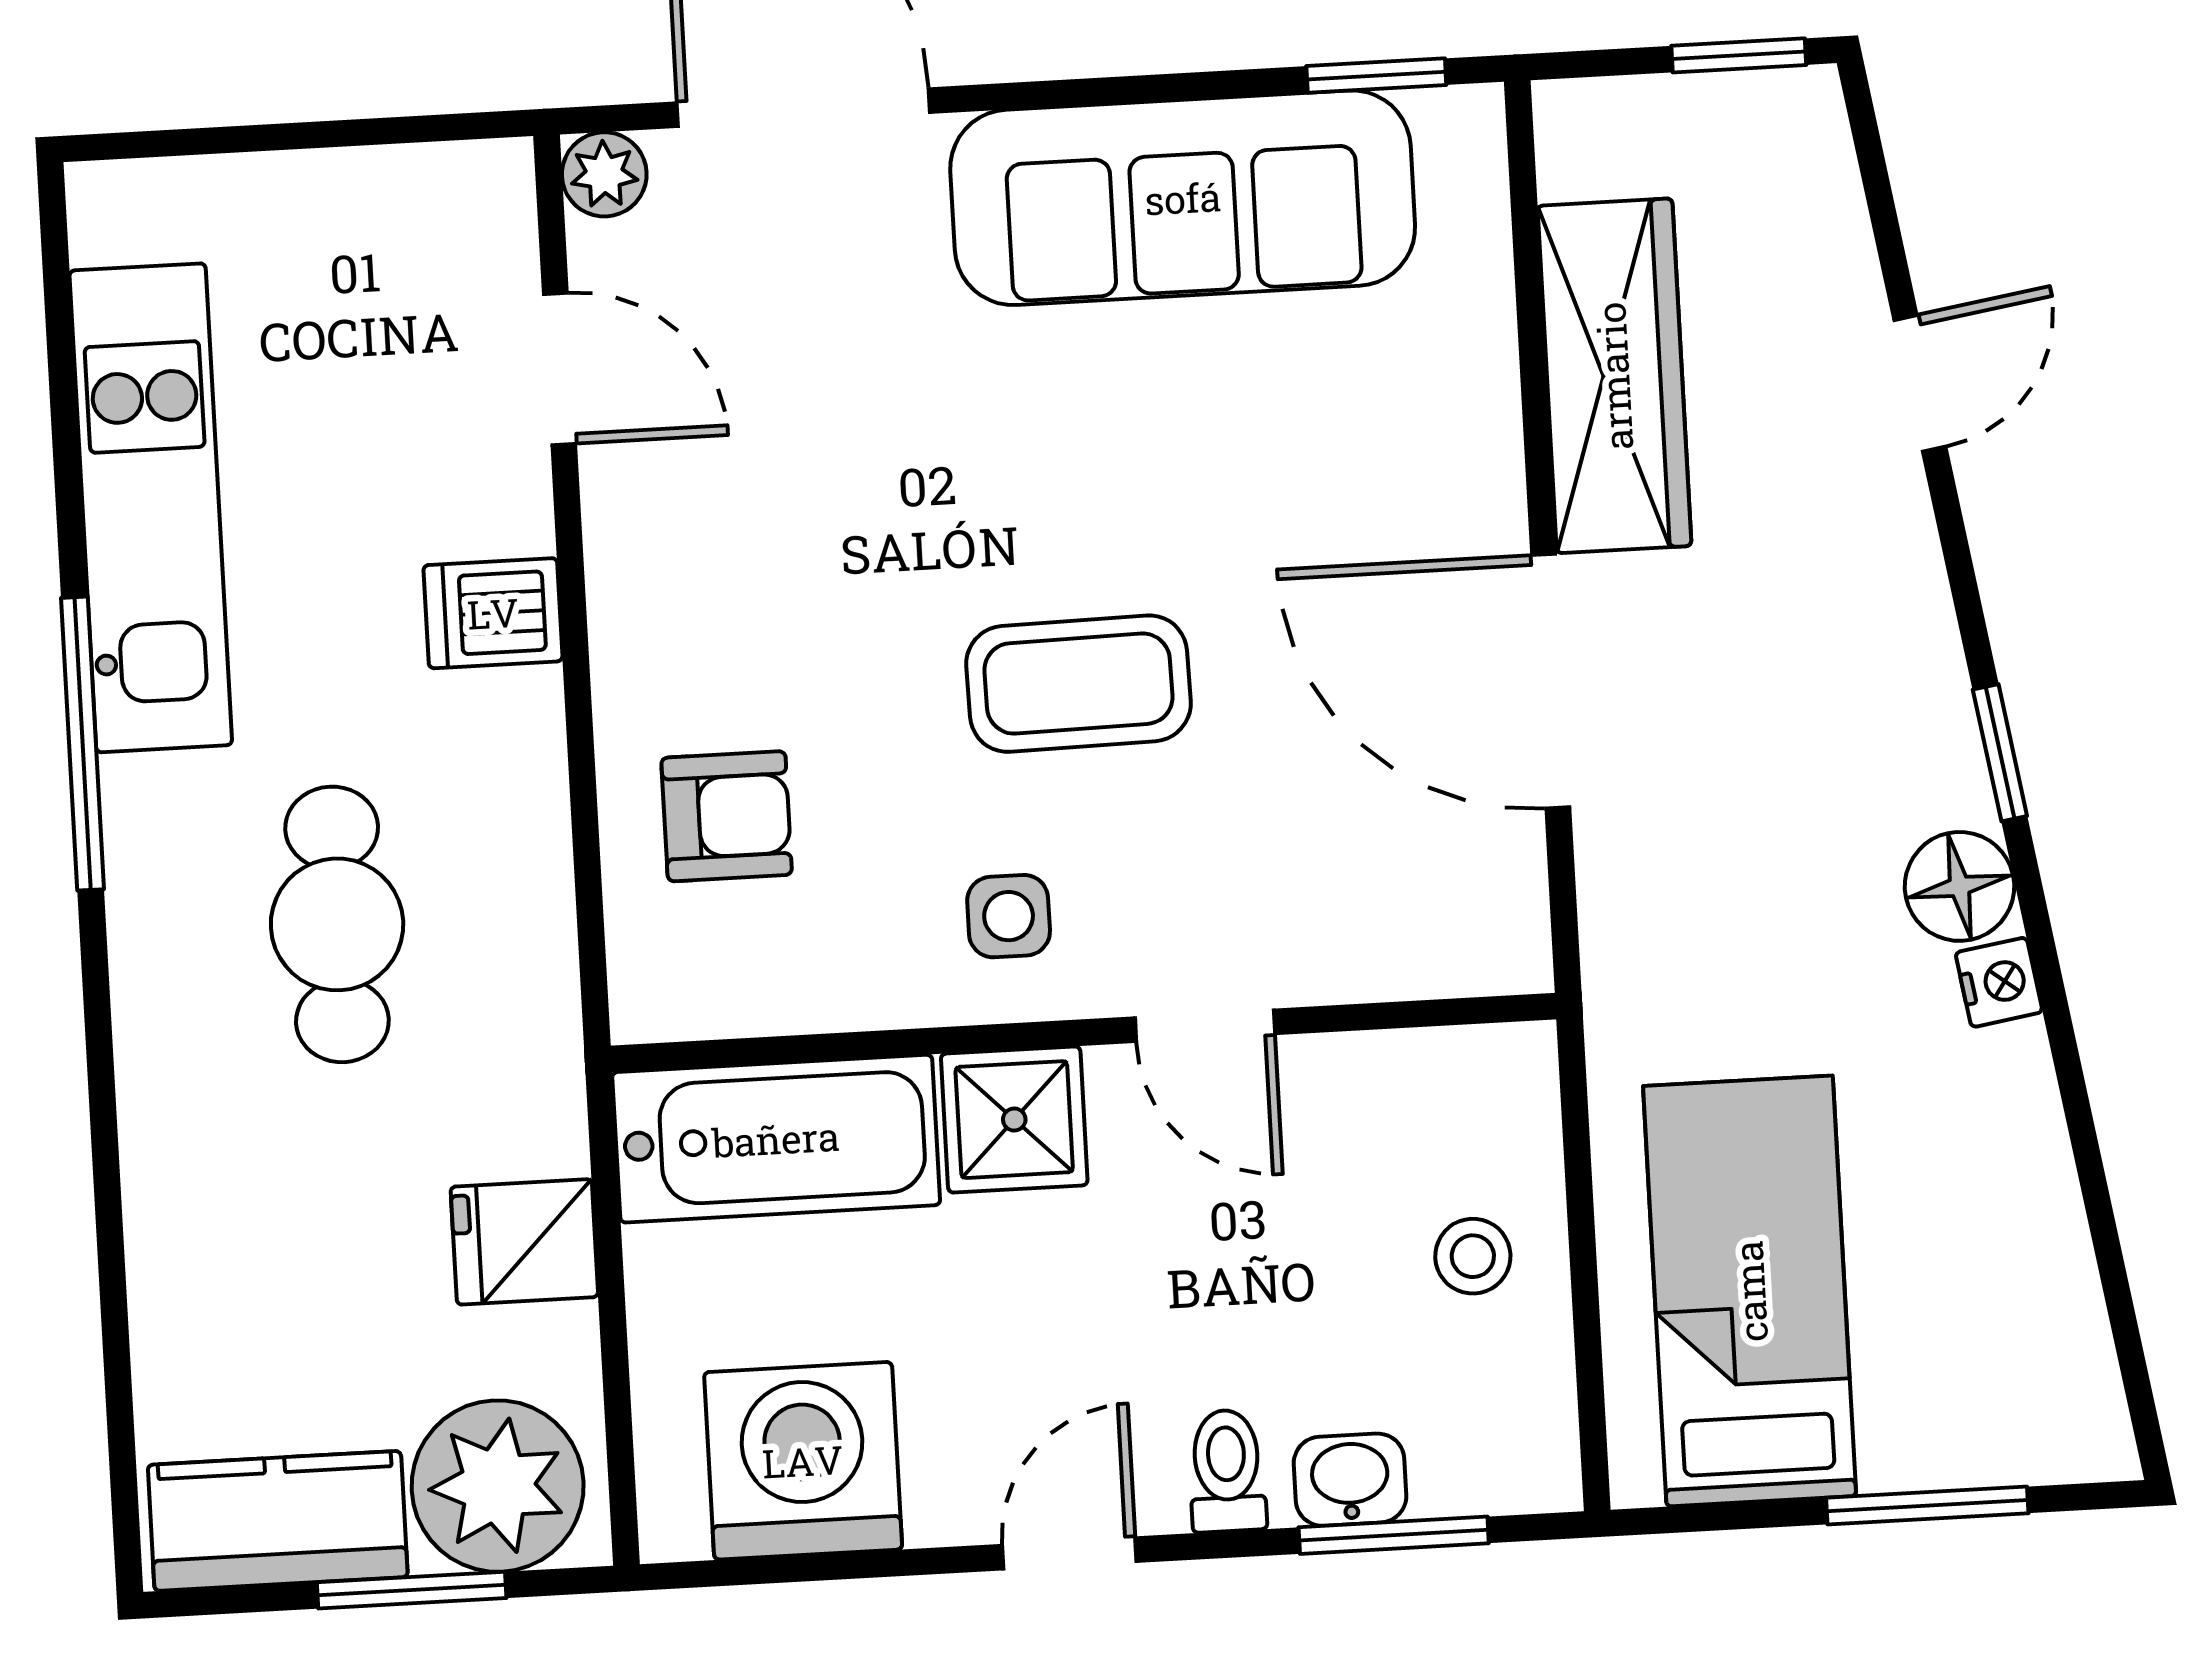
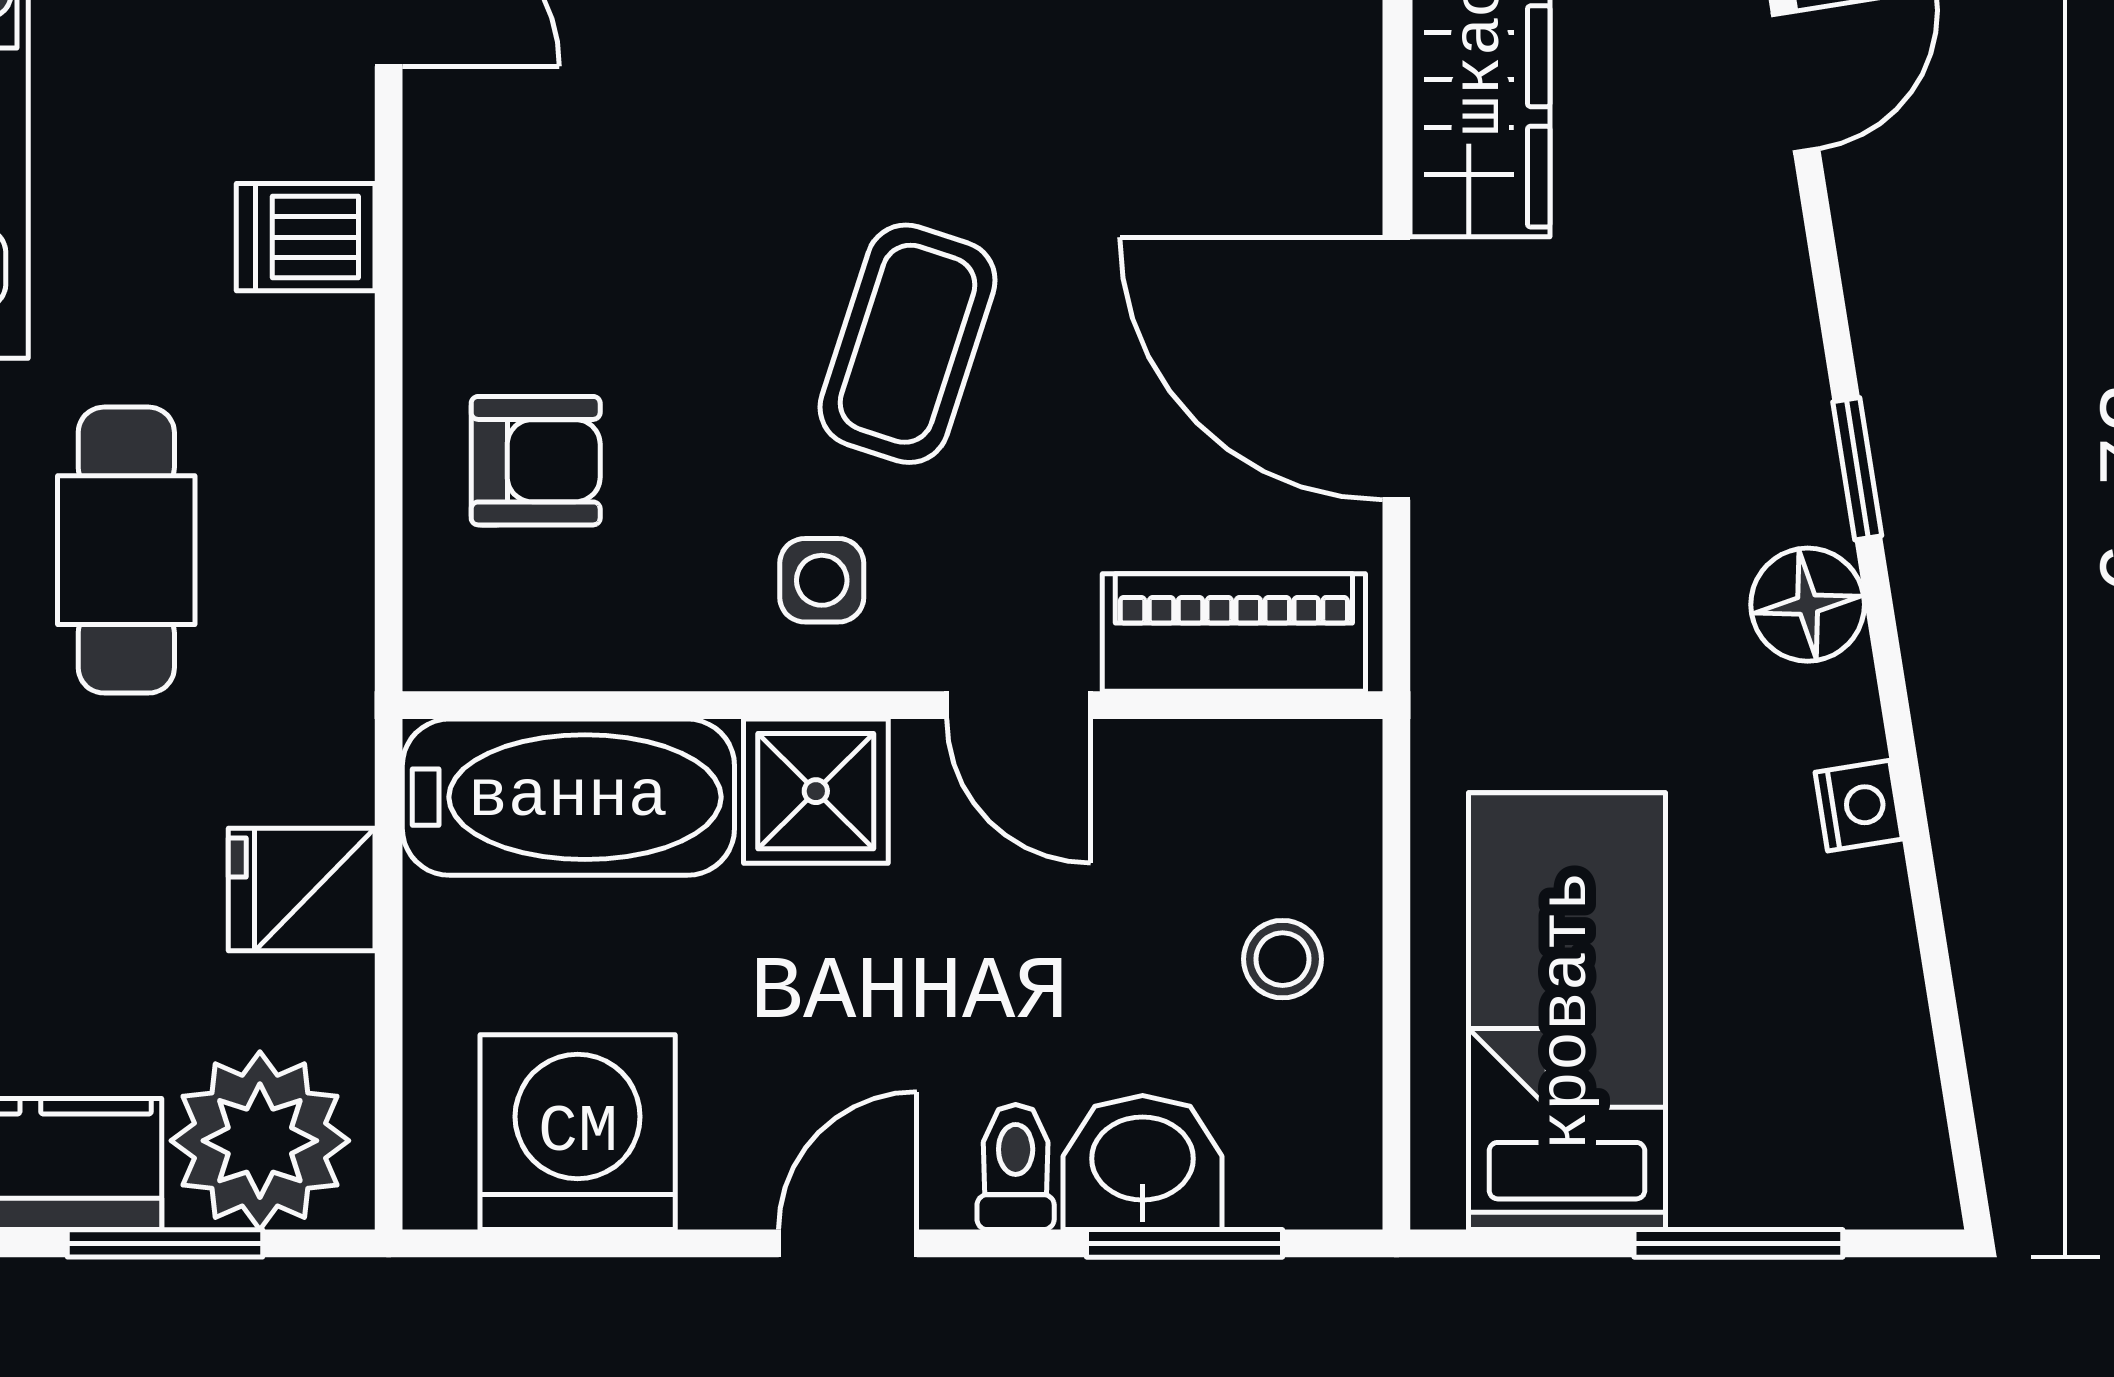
coffee table: (1078, 684) -> (908, 344), turned -71
piano: (1408, 944) -> (1234, 633), added
nightstand: (1999, 982) -> (1859, 806), moved
washbasin: (1350, 1480) -> (1143, 1163), width x1.38, depth x1.45

